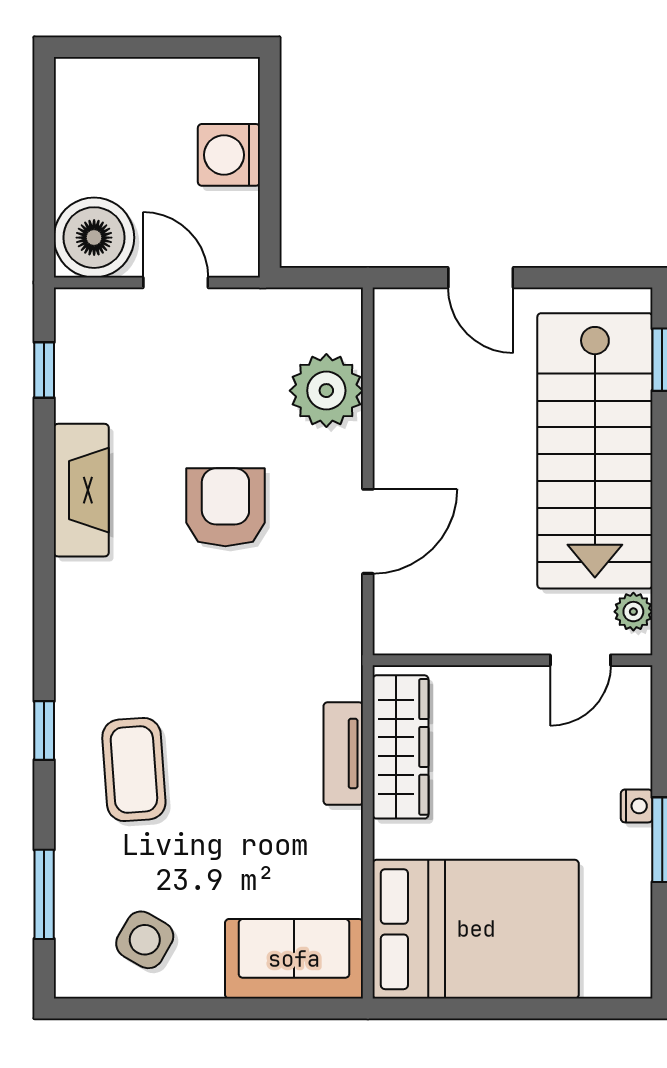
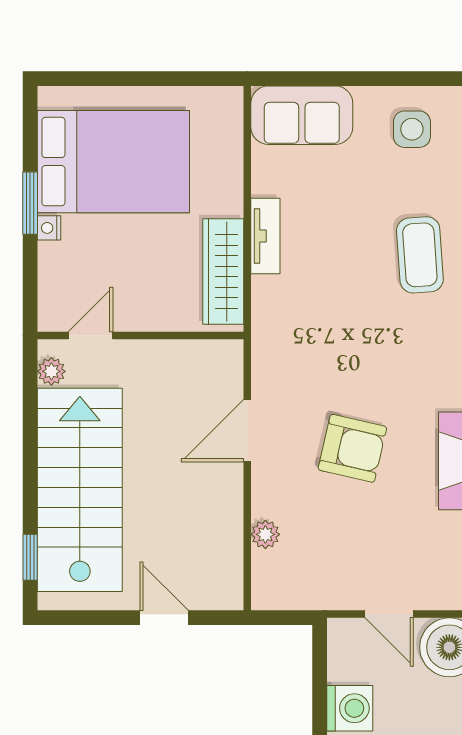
plant: (326, 391) -> (265, 534), width x0.53, depth x0.53
armchair: (225, 507) -> (352, 448), turned -77
tv unit: (343, 754) -> (265, 236), moved
bed: (476, 929) -> (113, 162), moved, turned 180
side table: (145, 940) -> (412, 129), turned -30

